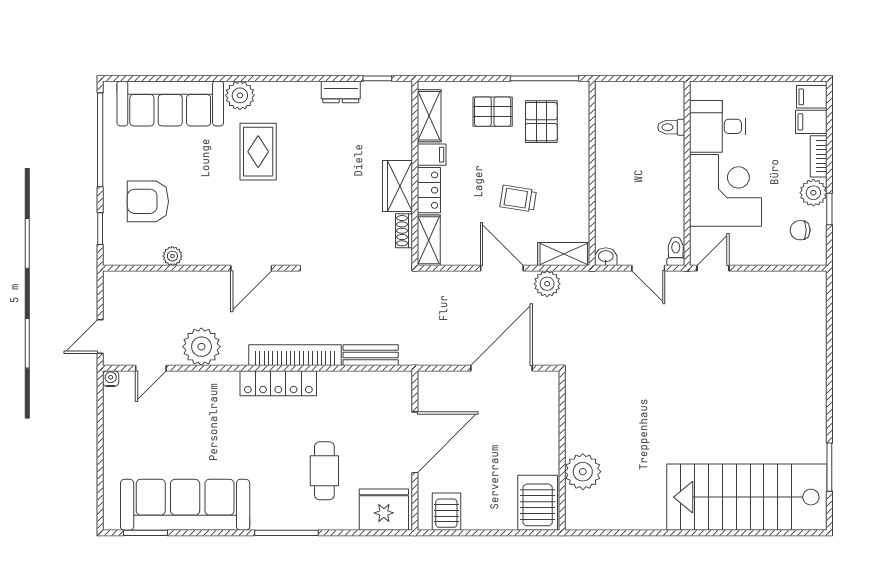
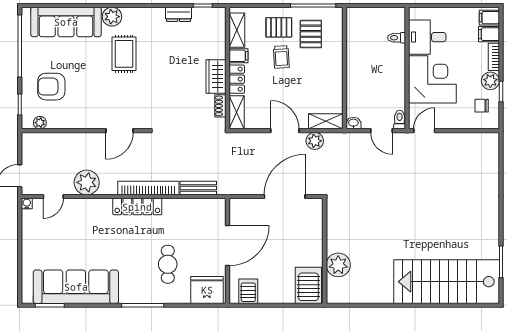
trolley: (518, 199) -> (281, 57), moved, turned -102
plant: (172, 256) -> (40, 123), moved

